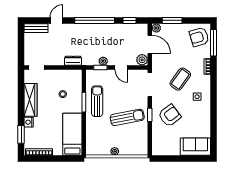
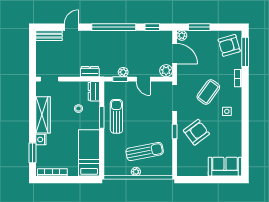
dresser: (77, 79) -> (94, 91), added
sun lounger: (127, 117) -> (145, 152), moved

